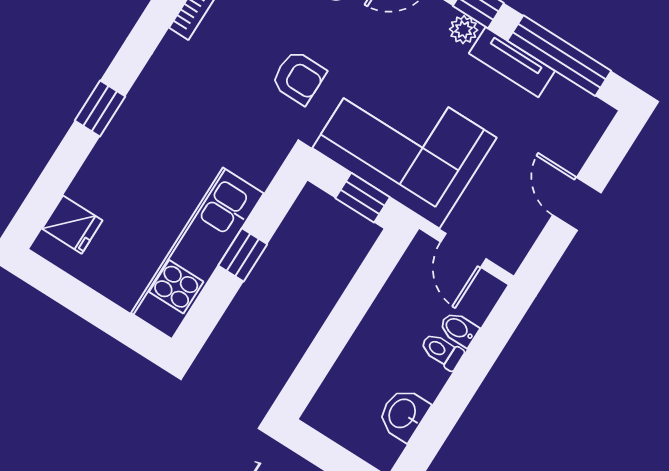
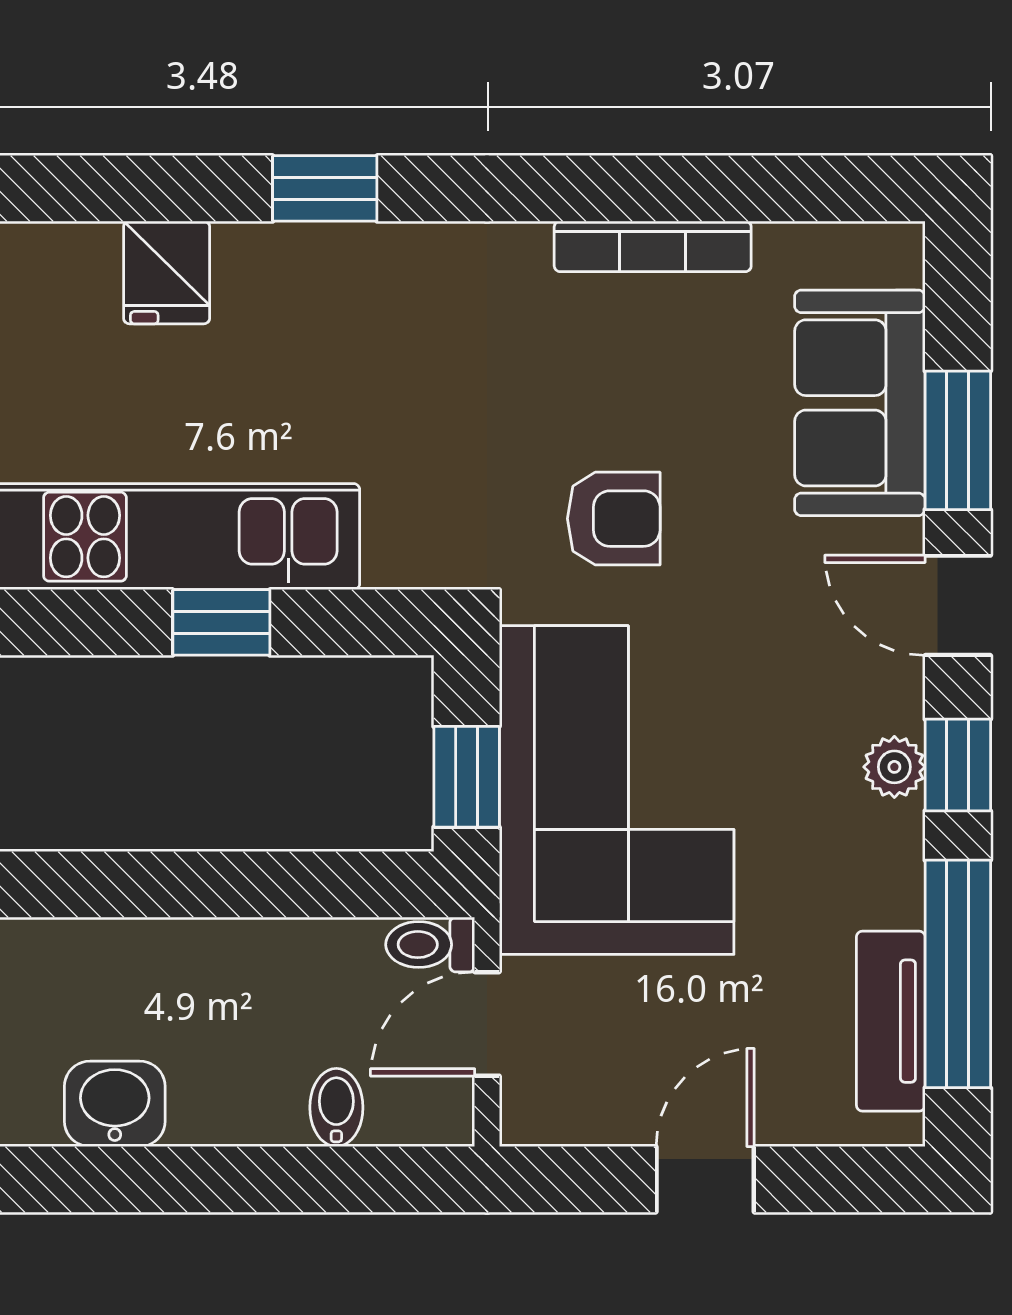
tv unit: (512, 62) -> (891, 1021), moved
armchair: (299, 77) -> (614, 519), turned -90
fridge: (72, 225) -> (167, 272), moved
toilet: (442, 351) -> (430, 945), moved, turned -90

